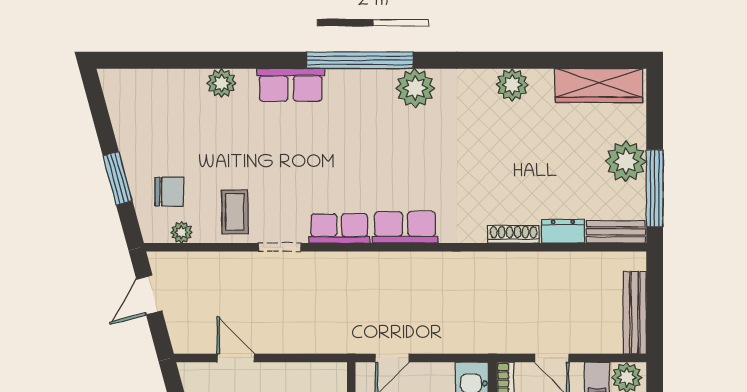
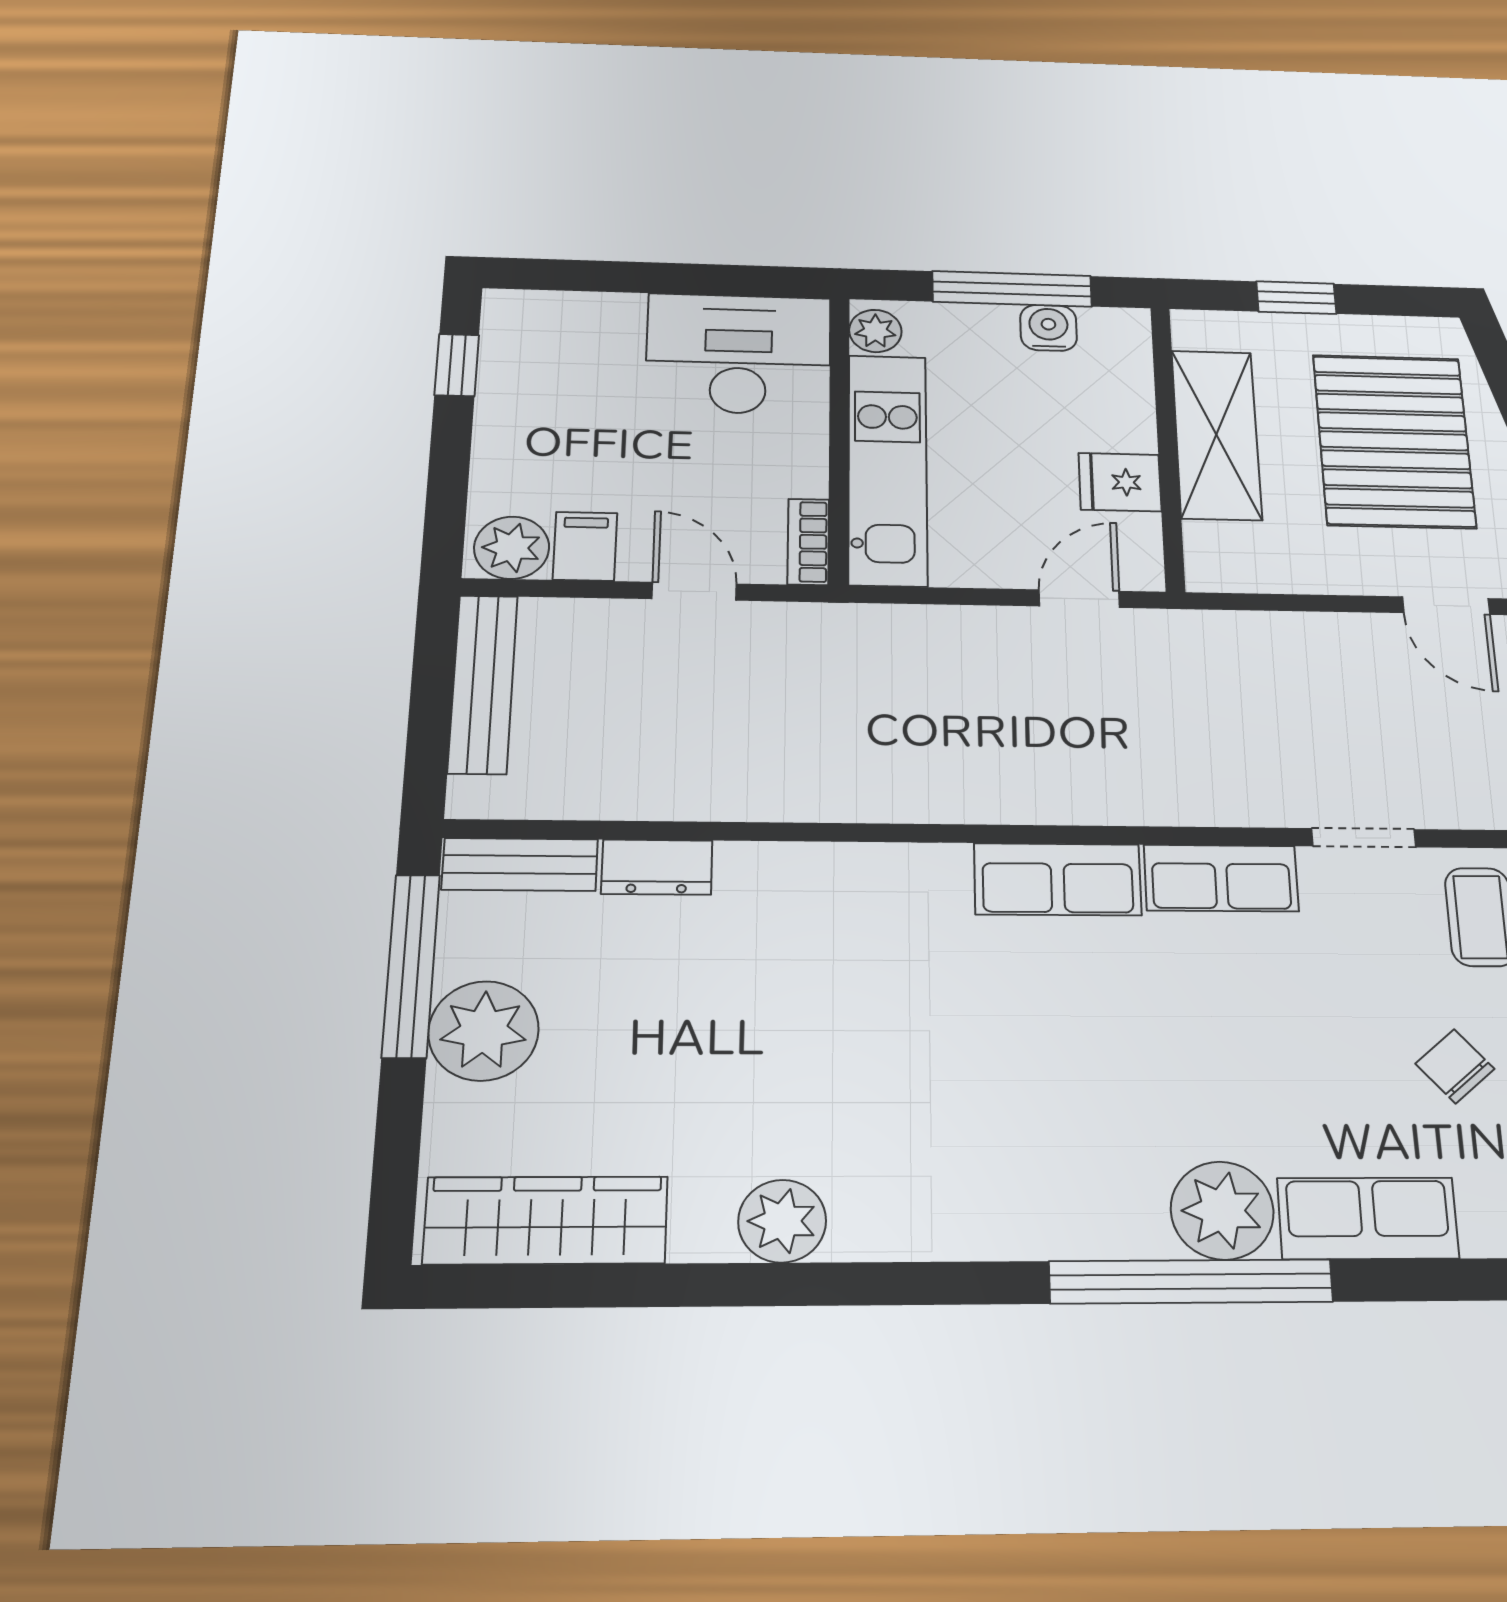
plant: (415, 88) -> (1222, 1210), moved
chair: (251, 147) -> (1455, 1066), added
shoe rack: (514, 234) -> (784, 861), removed

